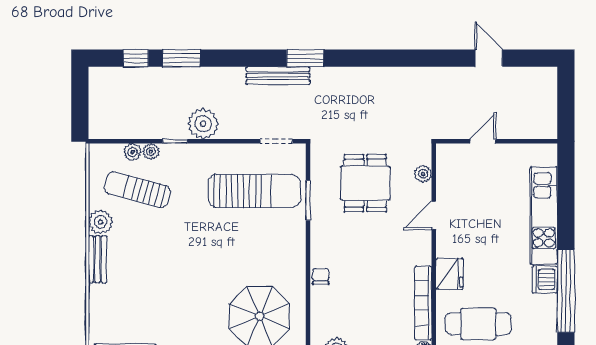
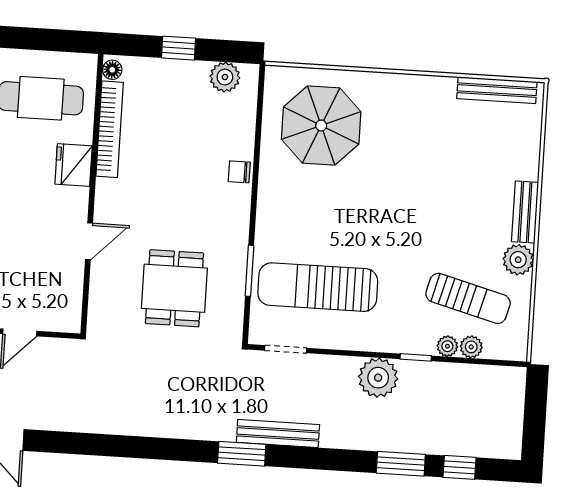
plant: (423, 174) -> (99, 296), removed
chair: (321, 276) -> (239, 172), turned 90

